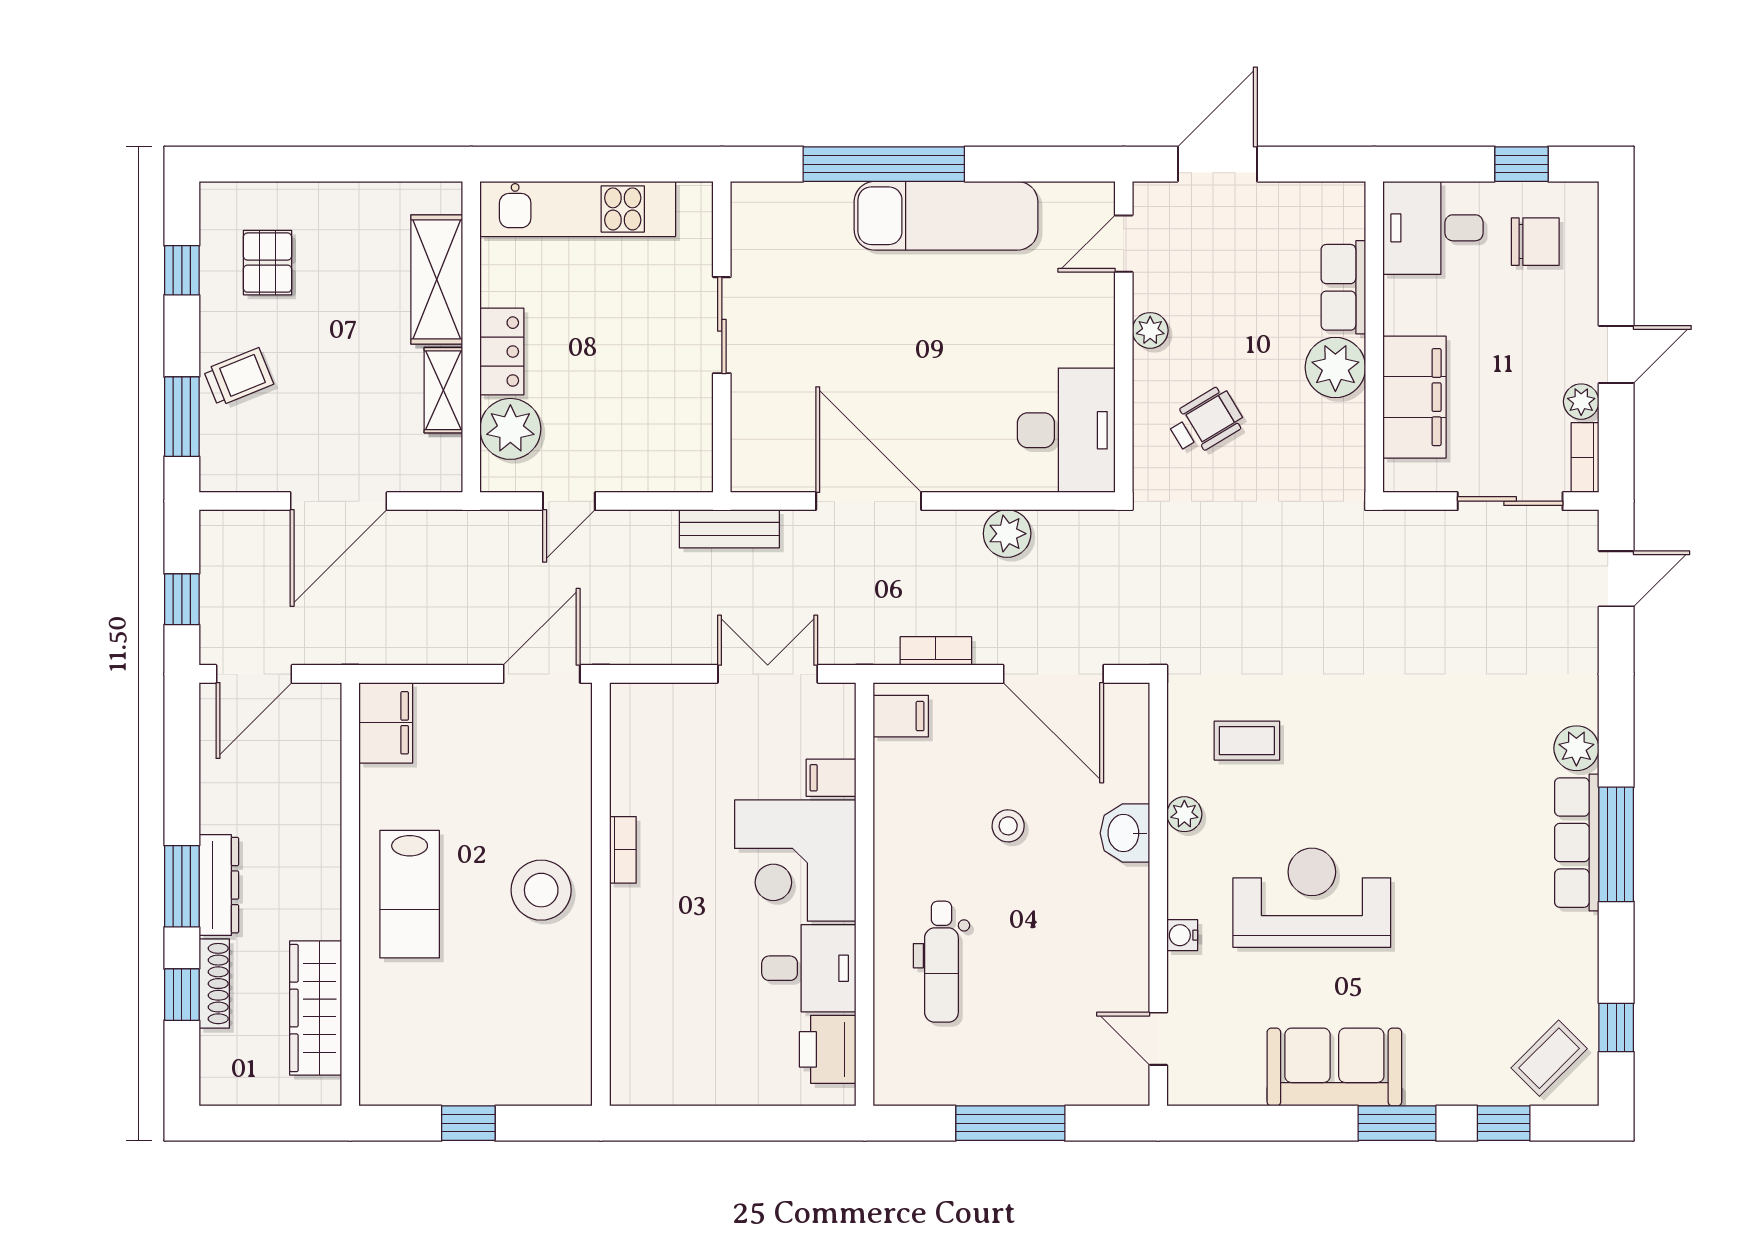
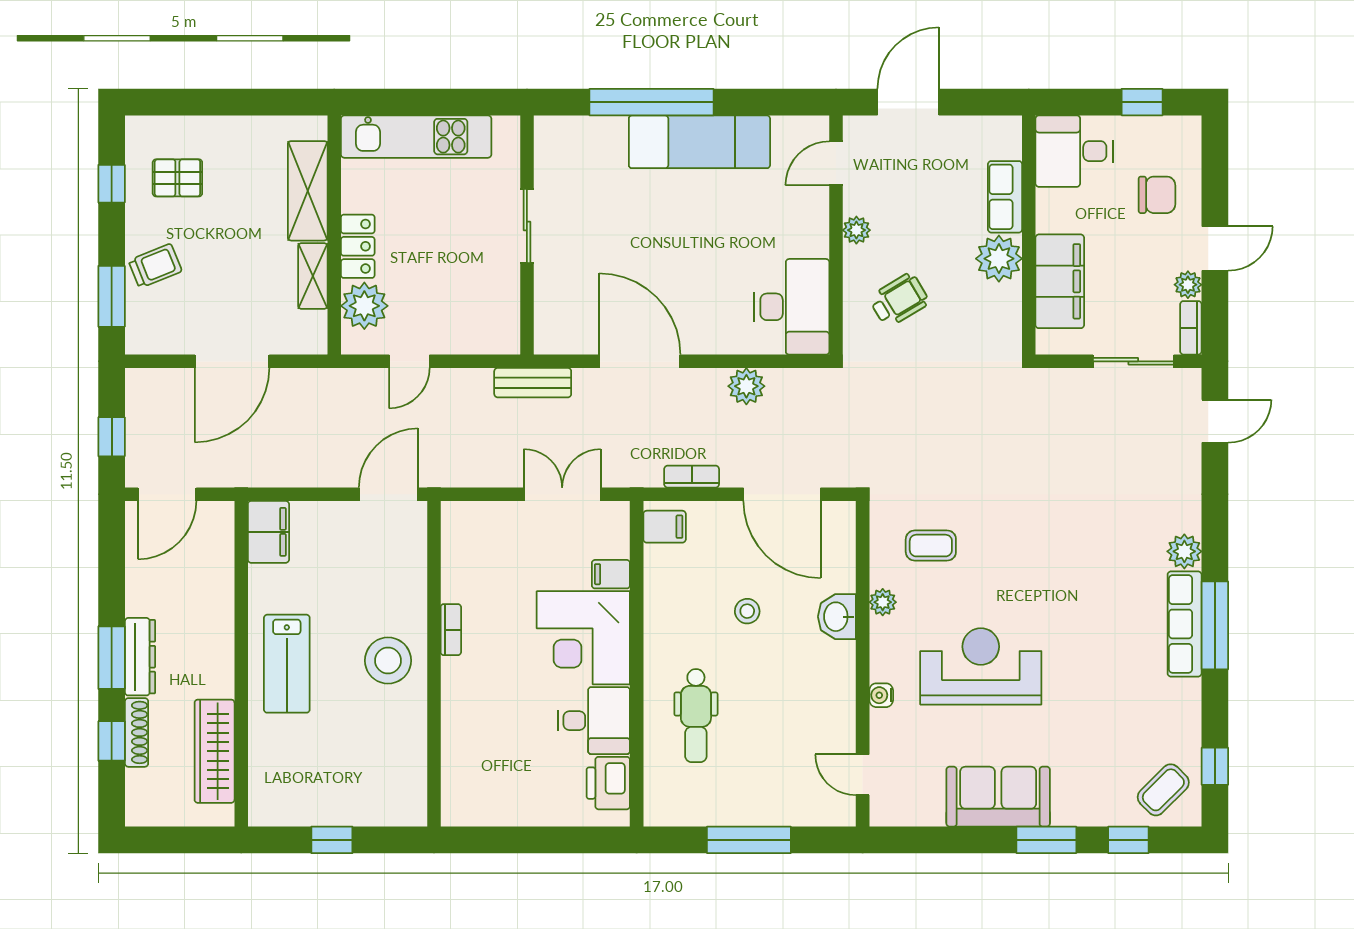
chair: (1535, 242) -> (1157, 195), moved
pallet: (267, 263) -> (177, 178), turned 90

